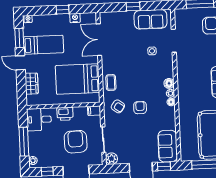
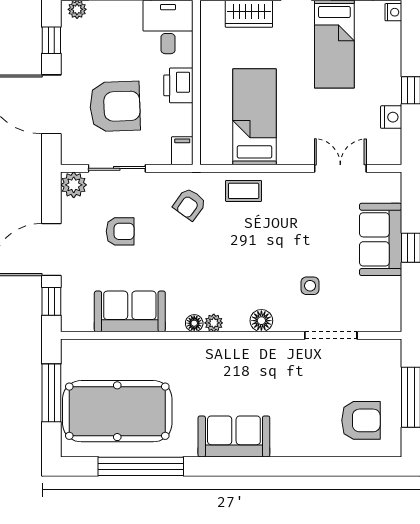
sofa: (151, 19) -> (381, 239), moved
double door: (99, 40) -> (340, 168), width x0.73
bed: (78, 79) -> (254, 117), width x0.67
floor lamp: (169, 83) -> (261, 321), moved
armchair: (140, 108) -> (120, 231), moved
sofa: (168, 146) -> (130, 311), moved

